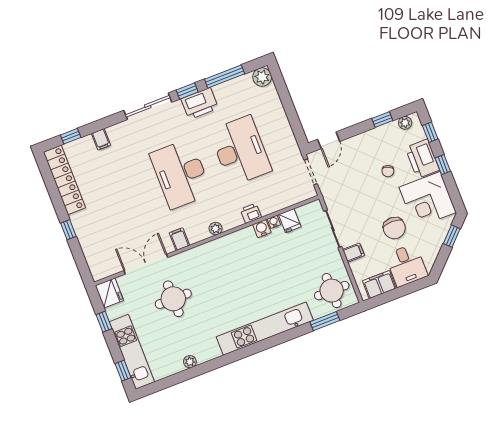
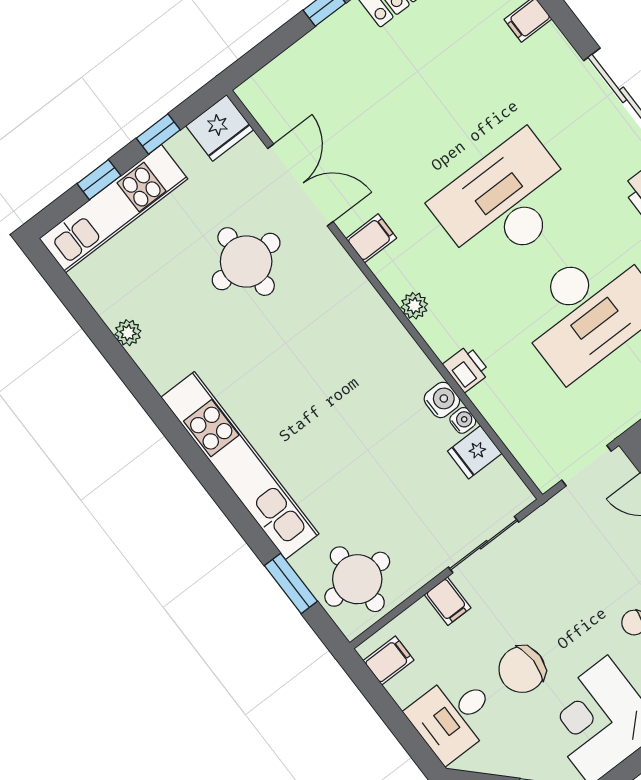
filing cabinet: (379, 285) -> (389, 660), width x0.50
window: (123, 371) -> (99, 180), moved

